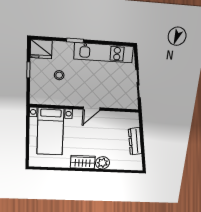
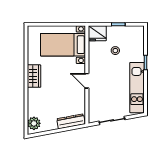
fridge: (41, 49) -> (97, 33), moved, turned -90
dresser: (135, 141) -> (71, 121), moved
plant: (102, 163) -> (34, 123), moved

